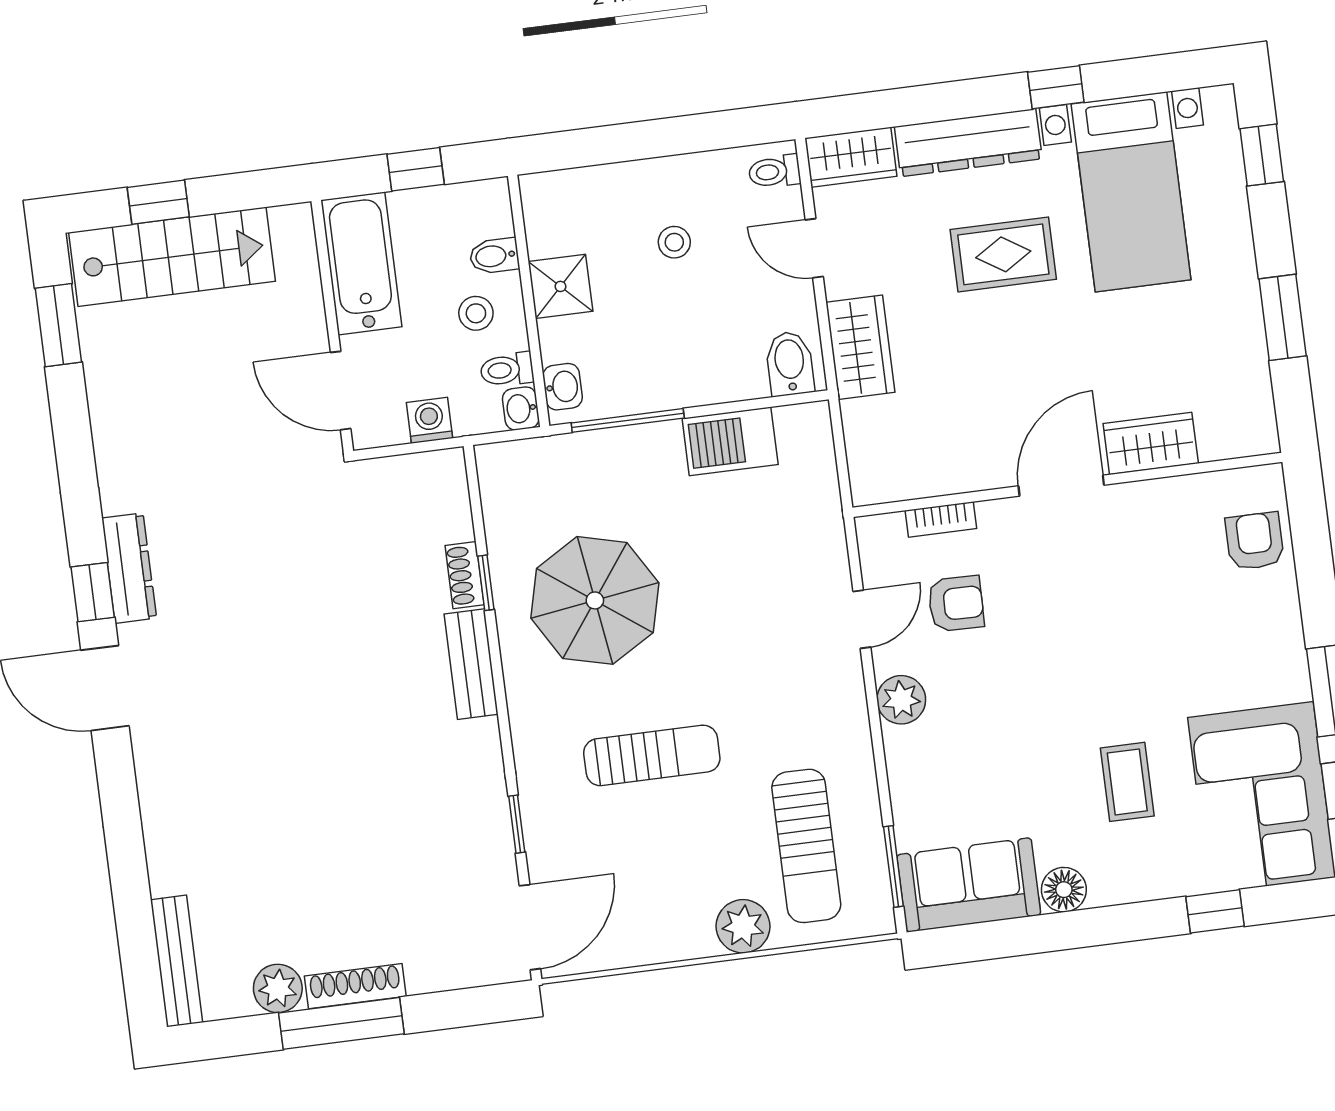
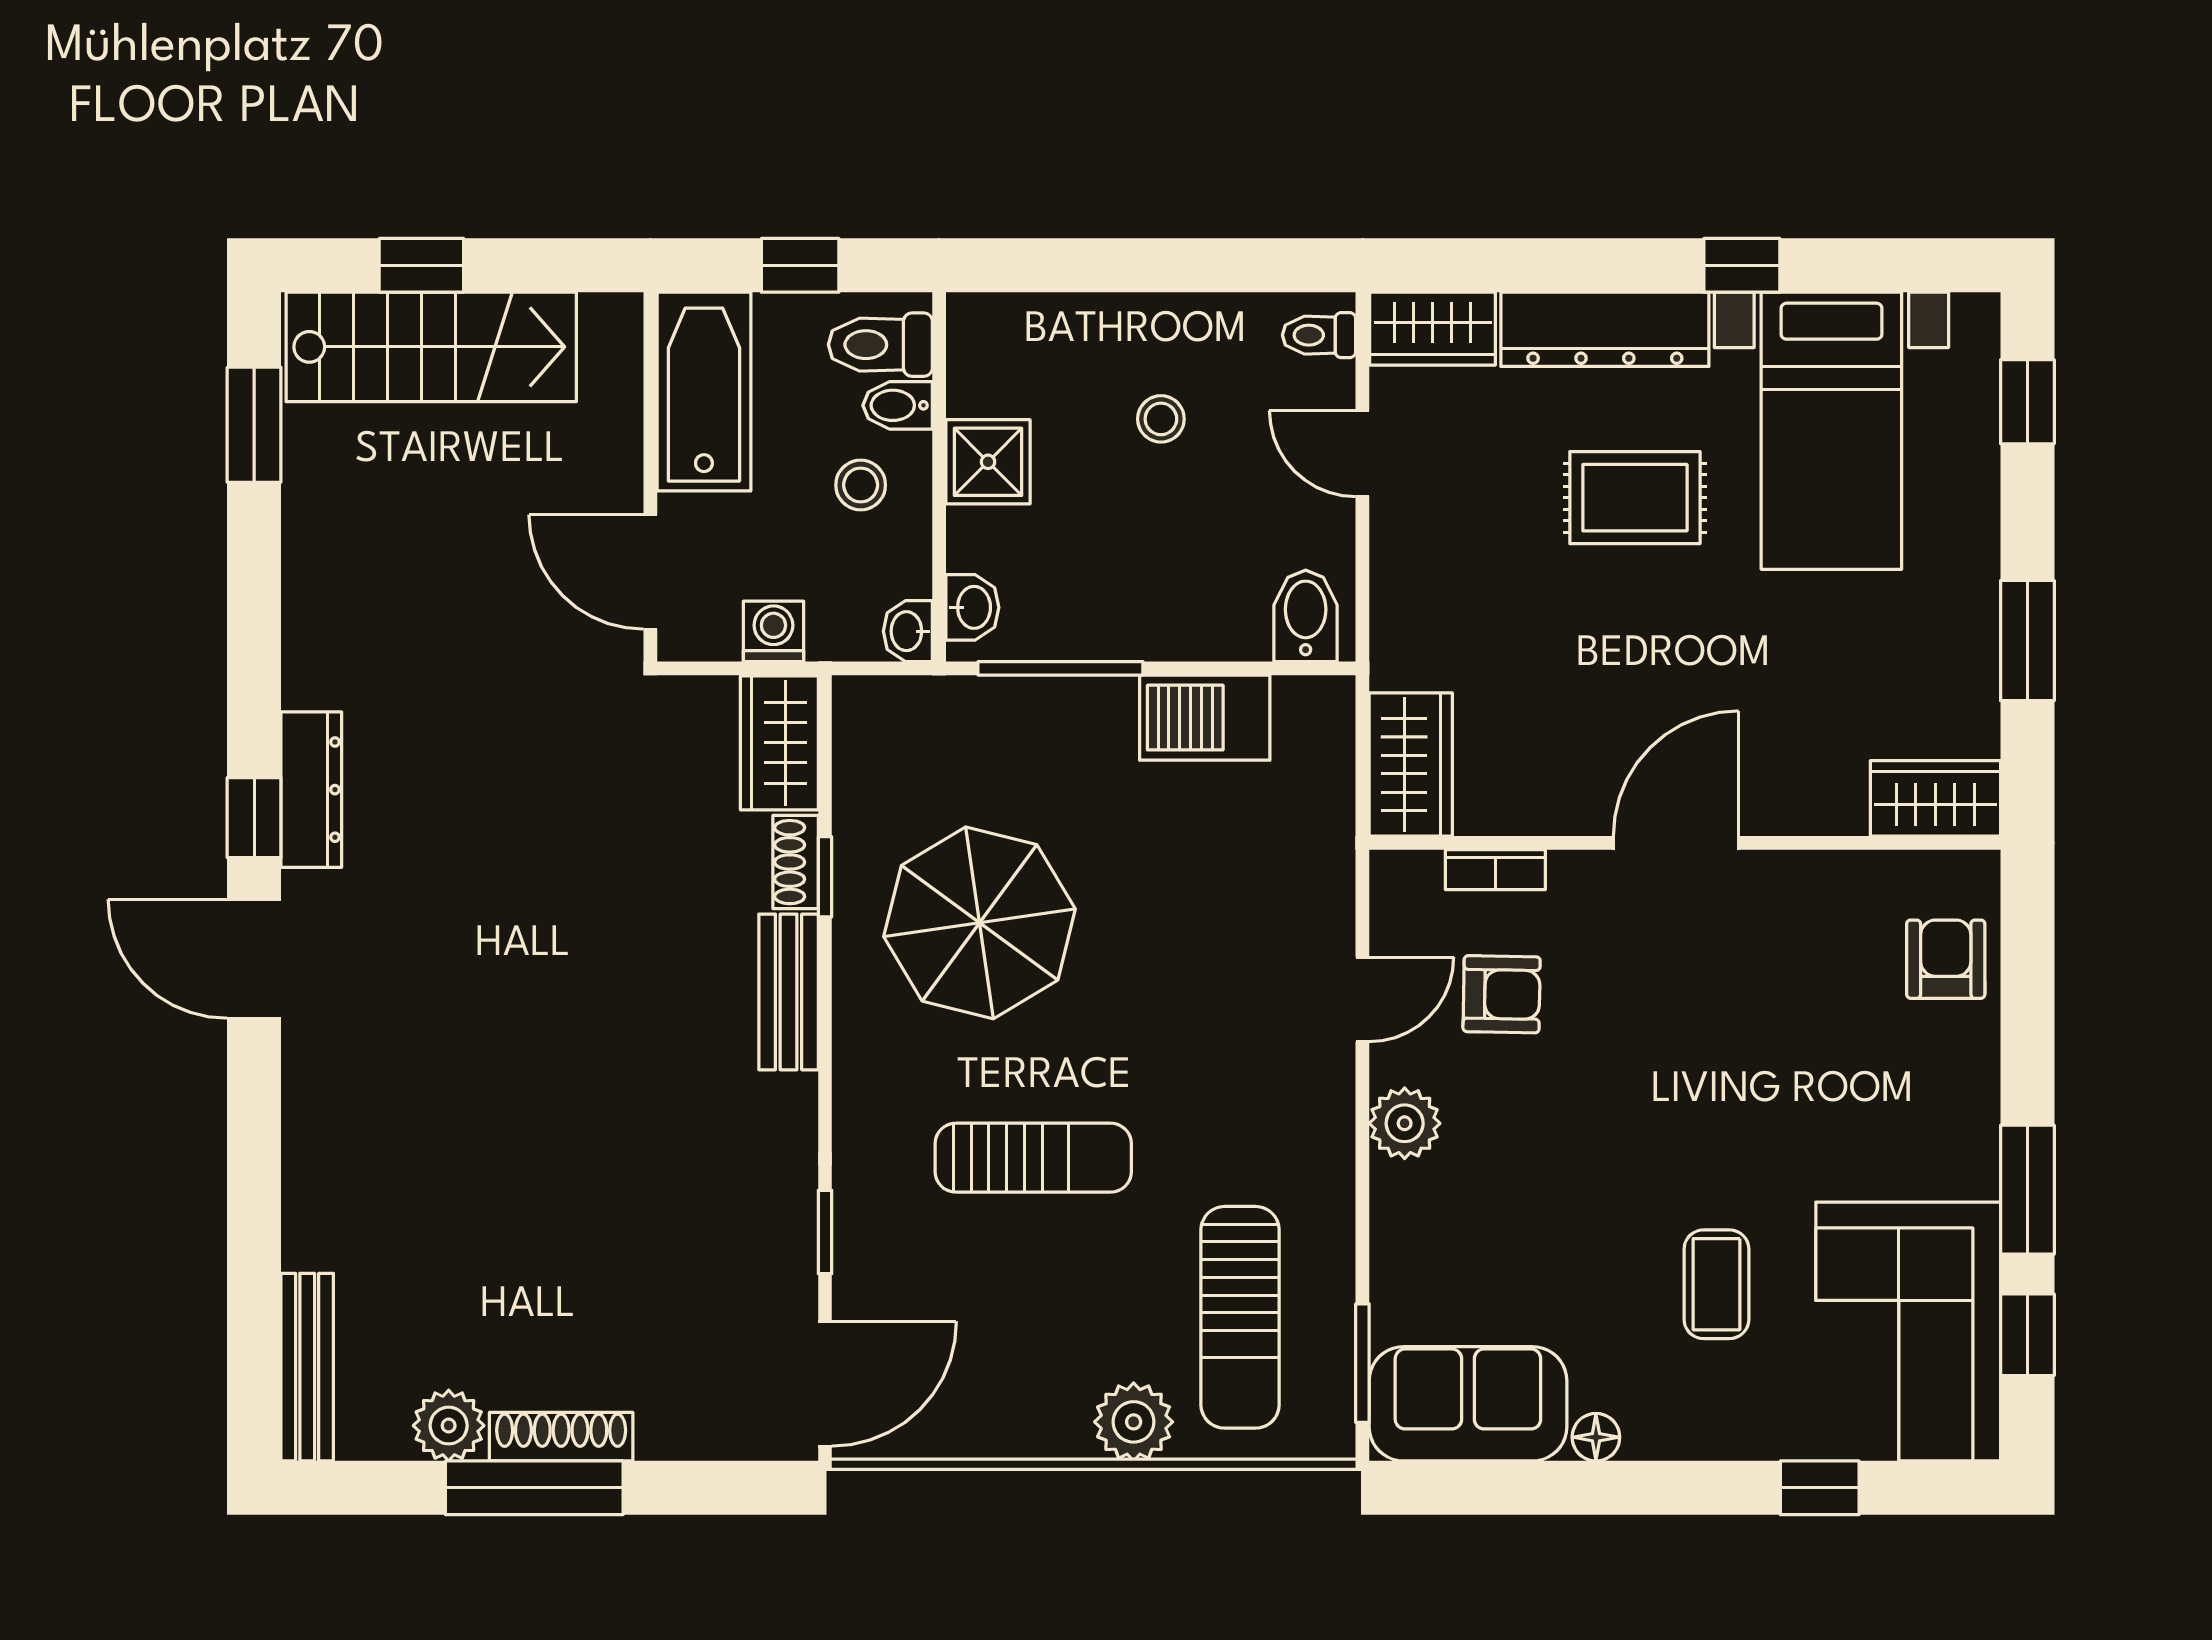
wardrobe: (860, 347) -> (1411, 765), moved
toilet: (507, 370) -> (880, 345), moved, width x1.37, depth x1.39
wardrobe: (1151, 443) -> (1935, 798), moved
wardrobe: (443, 496) -> (779, 743), added
floor lamp: (1064, 890) -> (1596, 1437), width x0.73, depth x0.73

